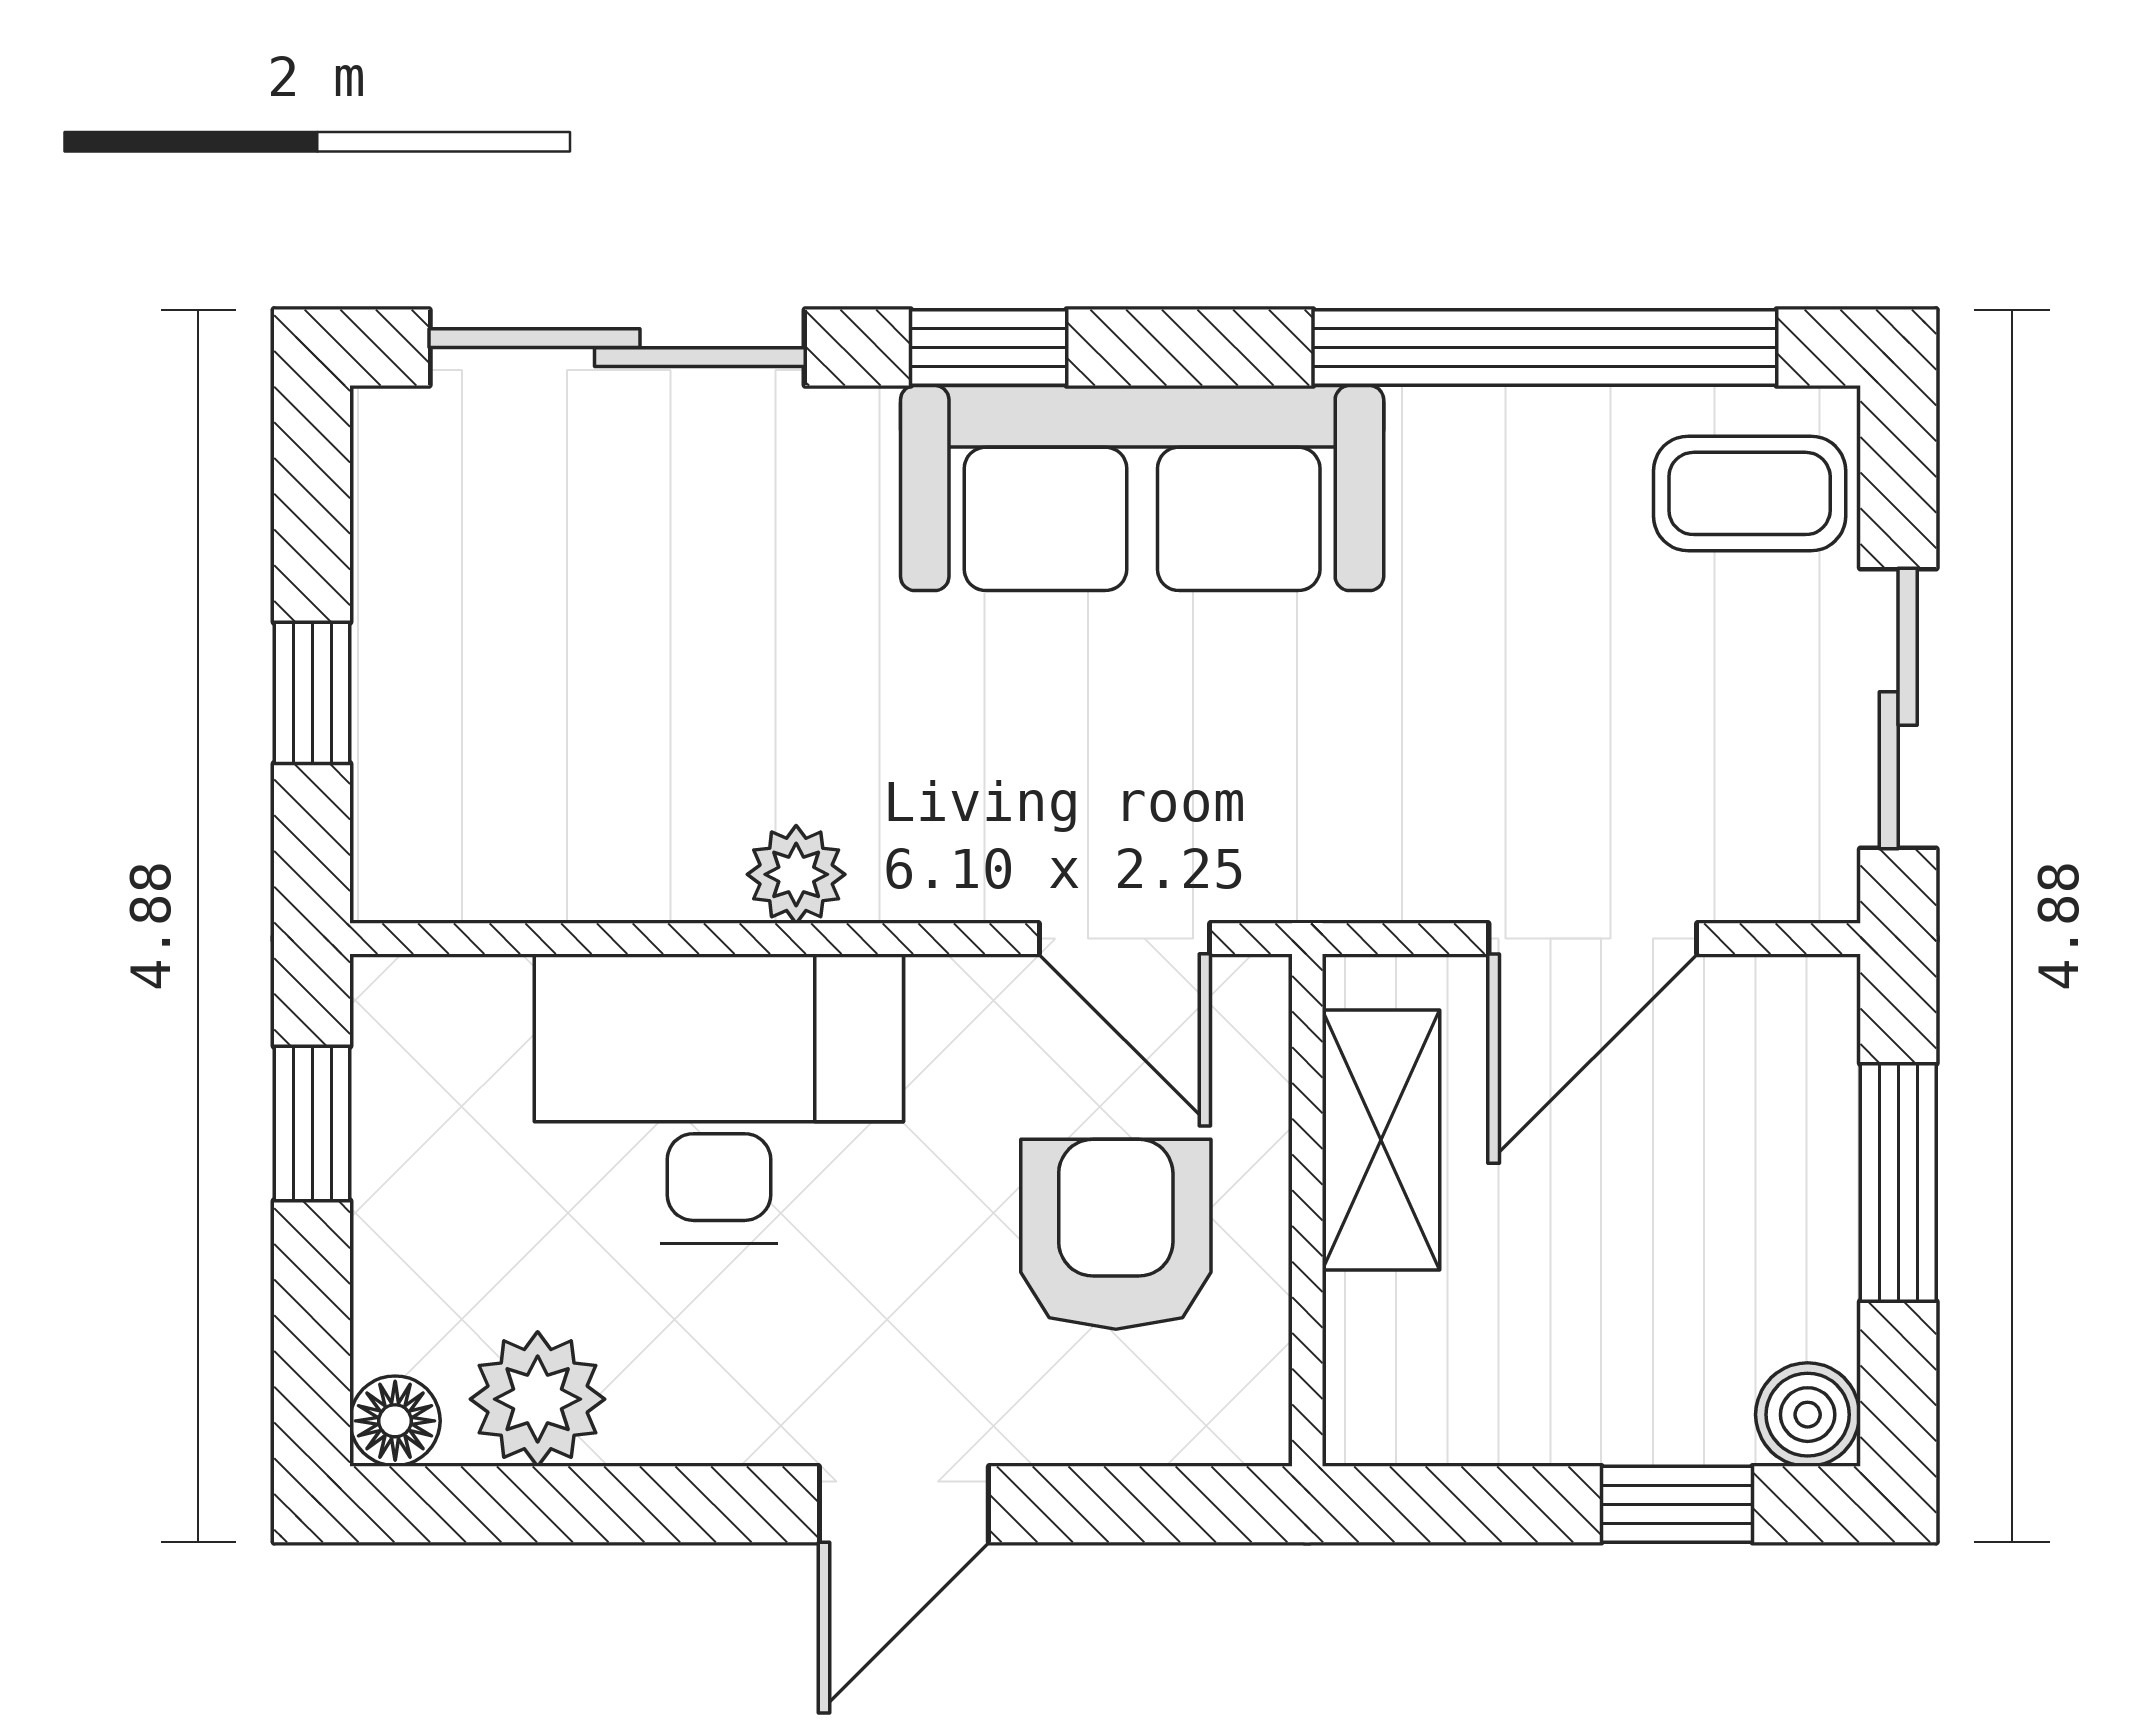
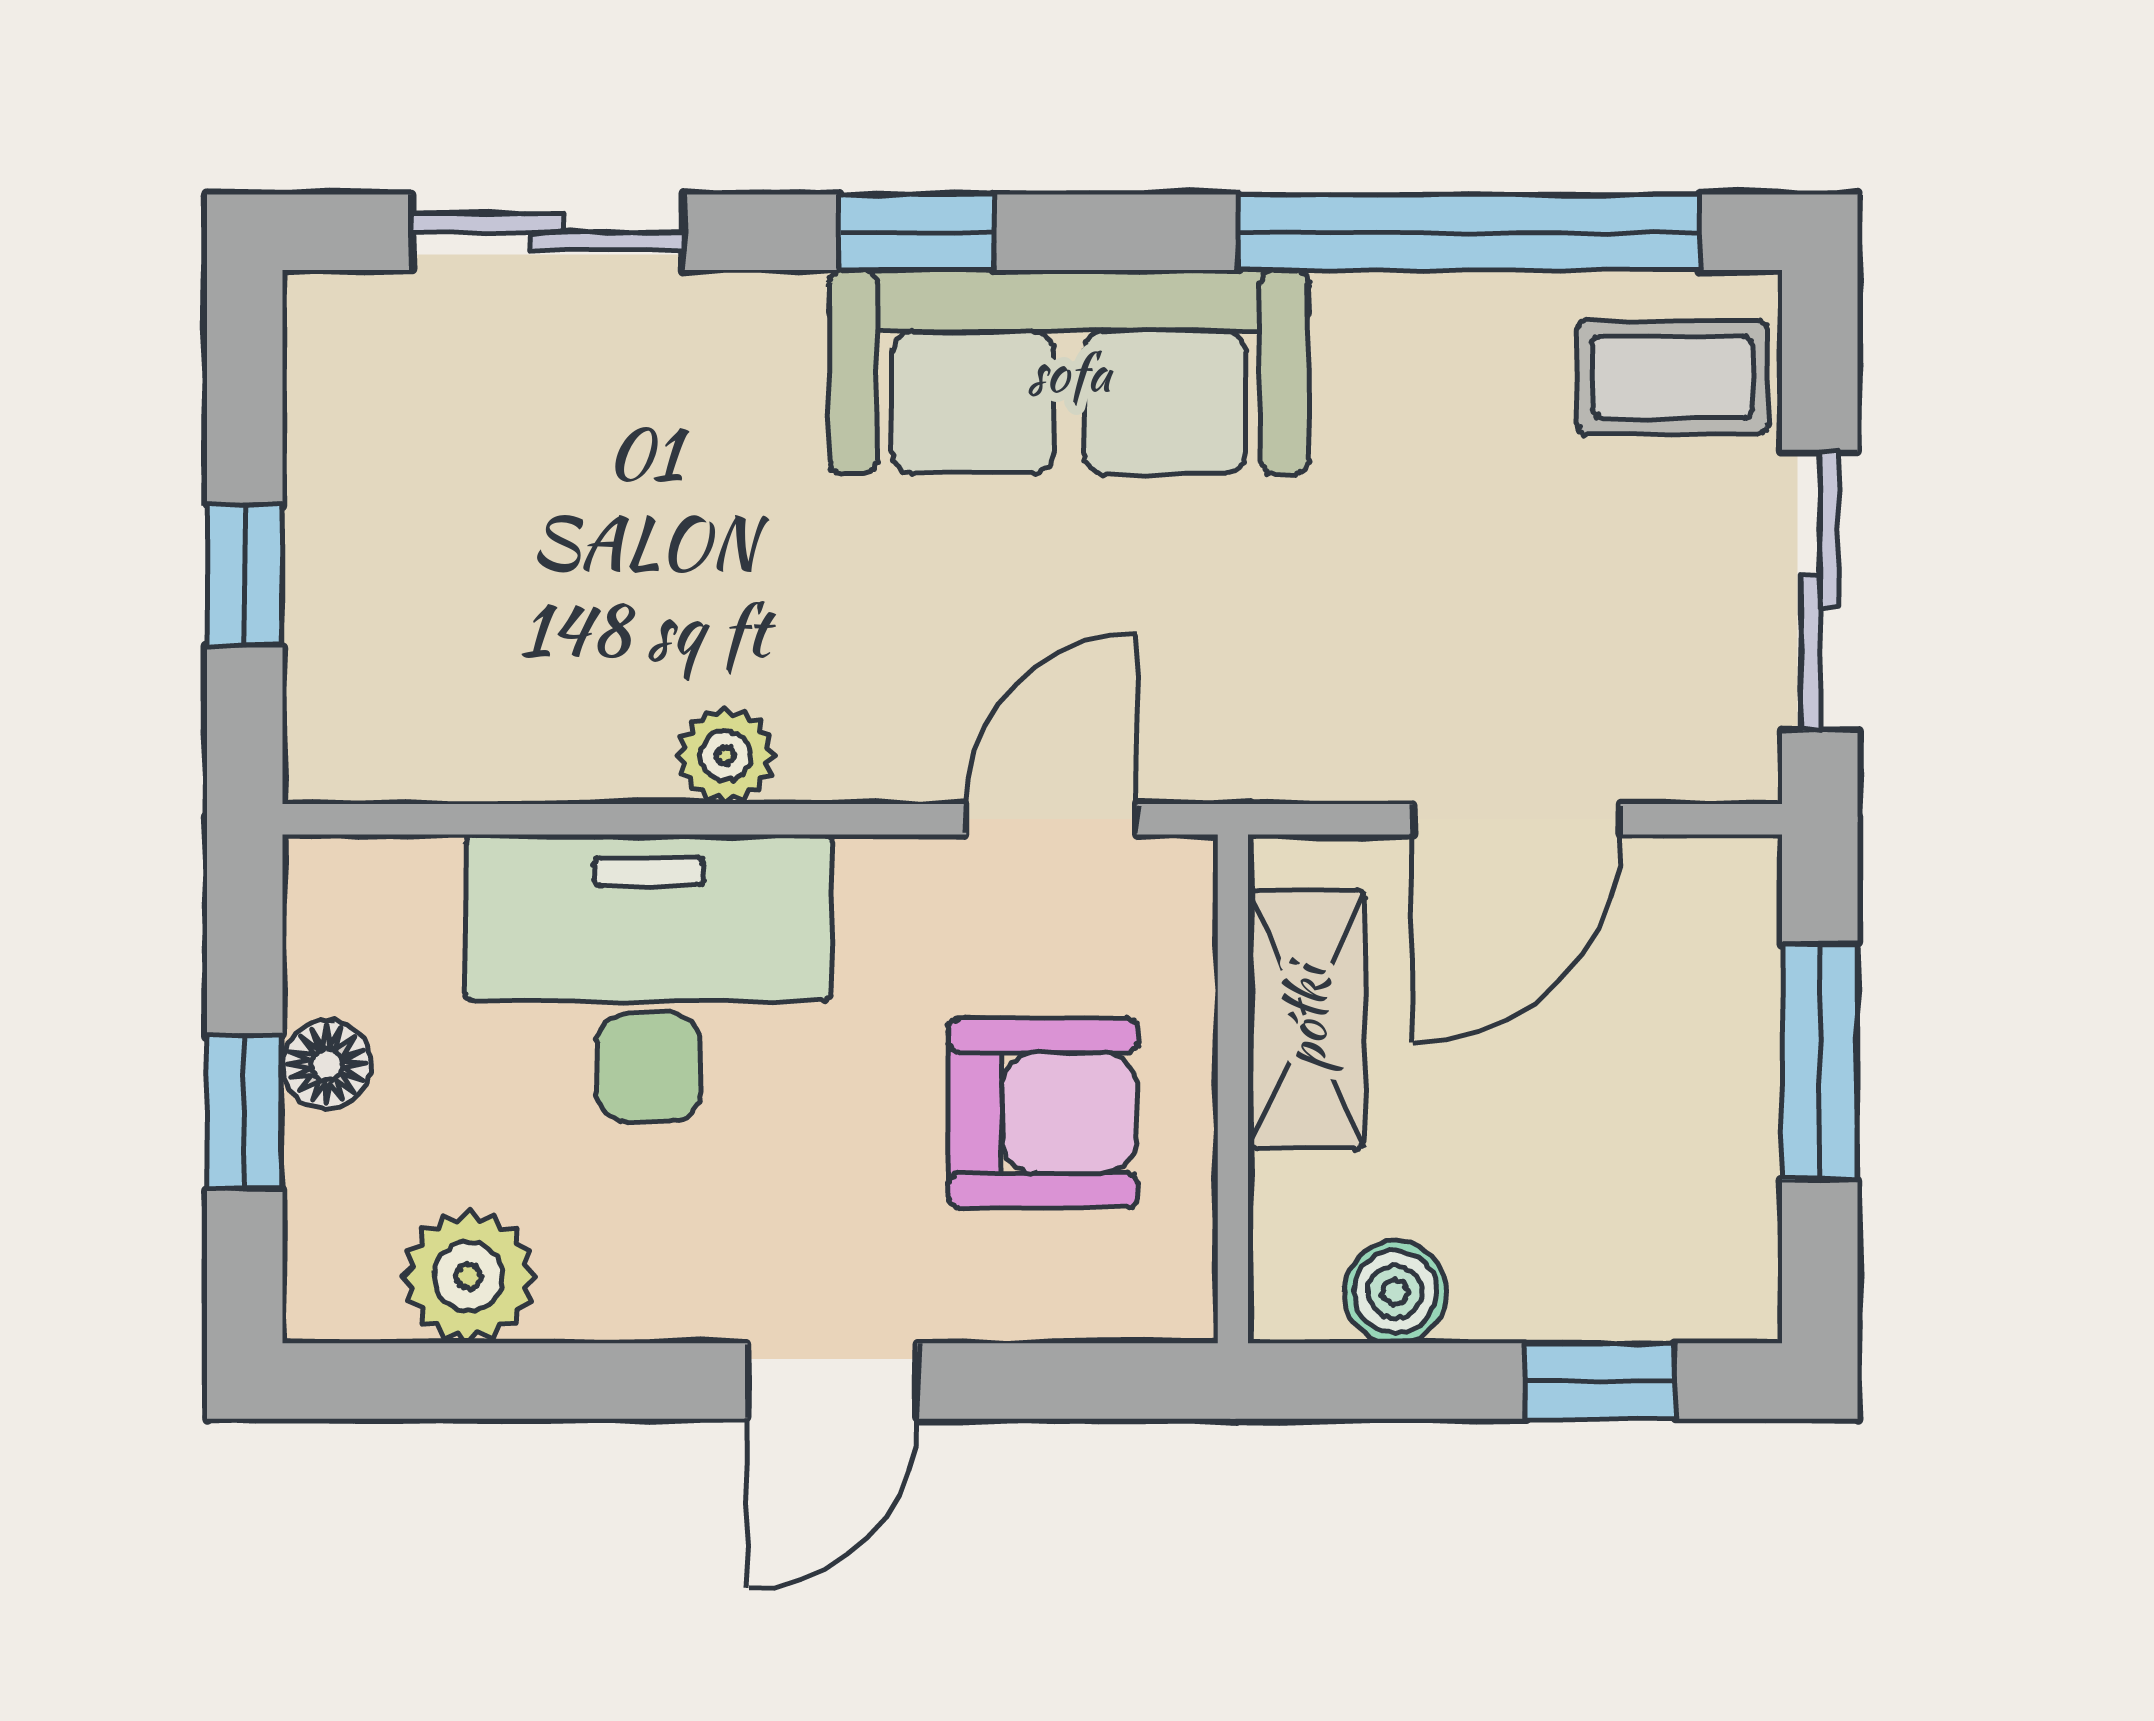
sliding door: (617, 348) -> (548, 232), width x0.73
door: (1125, 939) -> (1052, 819), swing flipped
window: (312, 1123) -> (245, 1112), moved
armchair: (1116, 1234) -> (1043, 1113), turned 90
boiler: (1808, 1415) -> (1395, 1292), moved
floor lamp: (395, 1421) -> (327, 1065), moved

